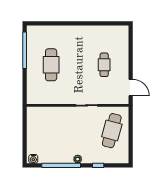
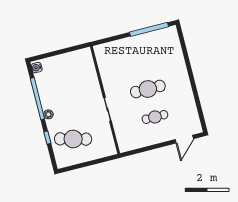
cafe table: (51, 65) -> (148, 89), moved
door: (131, 88) -> (184, 139), moved
cafe table: (112, 131) -> (73, 139), moved

